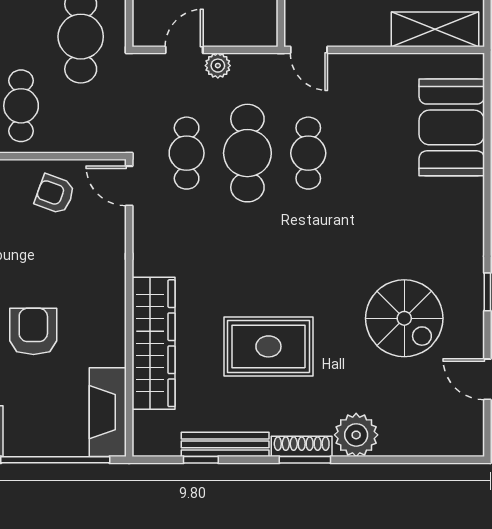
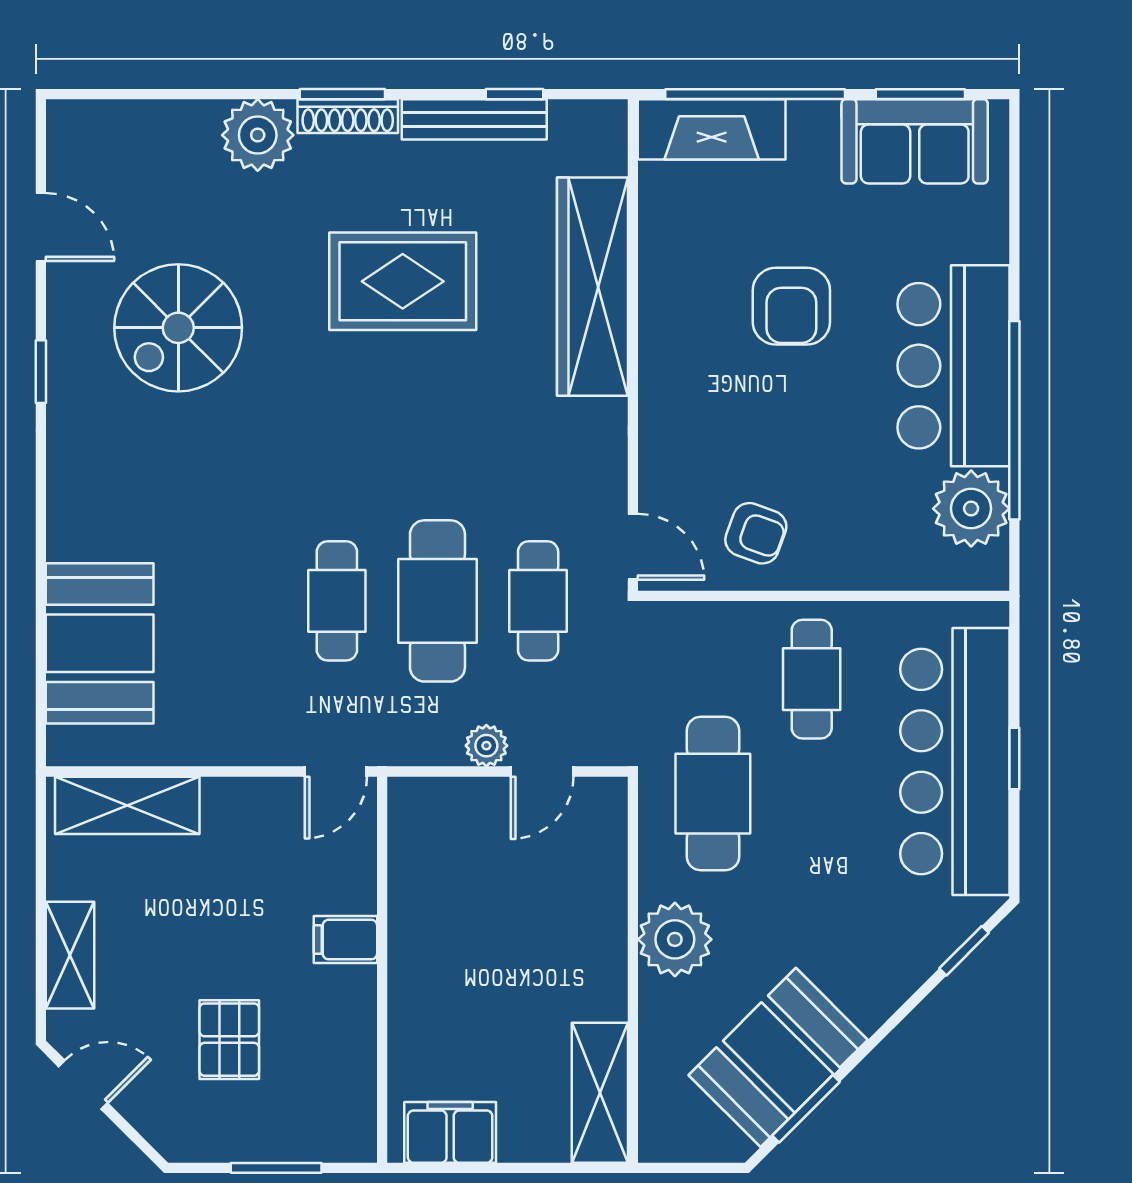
door: (309, 50) -> (336, 772), swing flipped
spiral stairs: (404, 318) -> (178, 328), turned -90
fireplace: (108, 412) -> (712, 129), moved, turned 90

